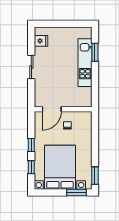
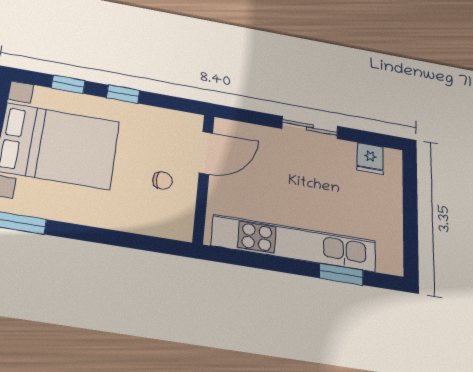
kitchen unit: (85, 63) -> (294, 243), width x1.36
door: (52, 109) -> (206, 153), swing flipped

